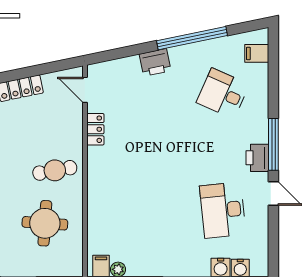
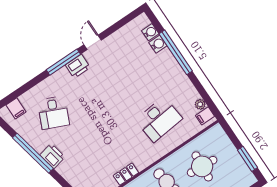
printer: (155, 62) -> (53, 156), moved
desk: (223, 210) -> (159, 119), moved

